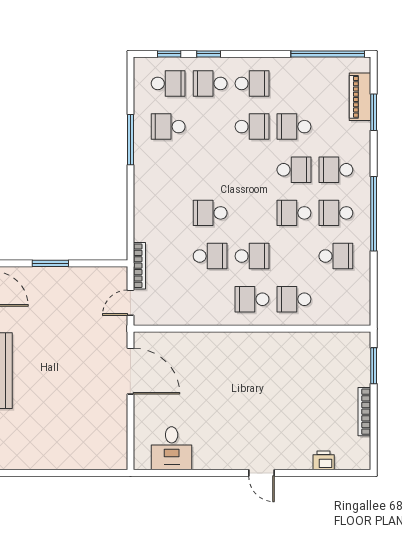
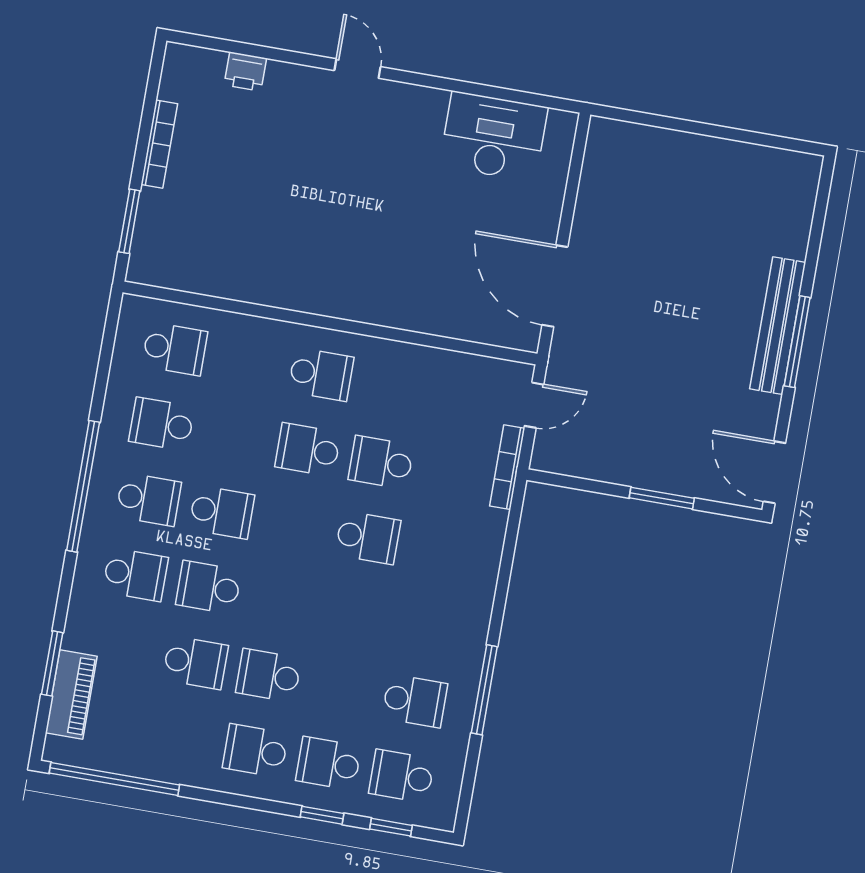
school desk: (210, 83) -> (328, 763), turned 180
school desk: (294, 299) -> (175, 349), moved
desk: (172, 448) -> (494, 137), width x1.37

